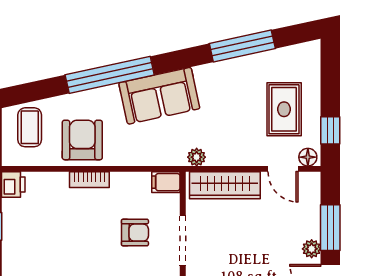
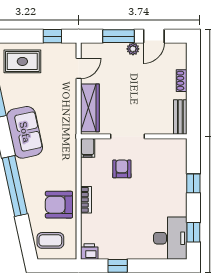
sofa: (159, 96) -> (25, 132), moved
rug: (284, 109) -> (22, 61), moved
plant: (197, 157) -> (71, 127), removed
floor lamp: (308, 157) -> (71, 51), removed

